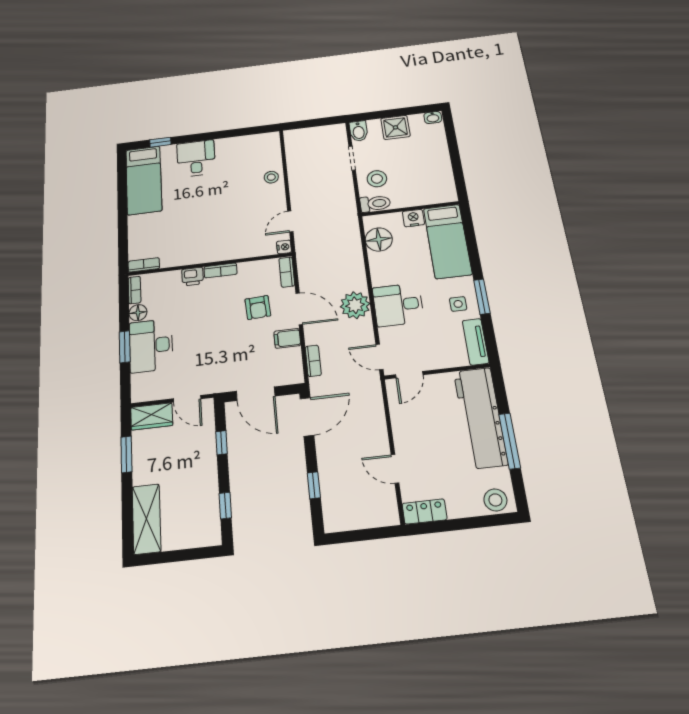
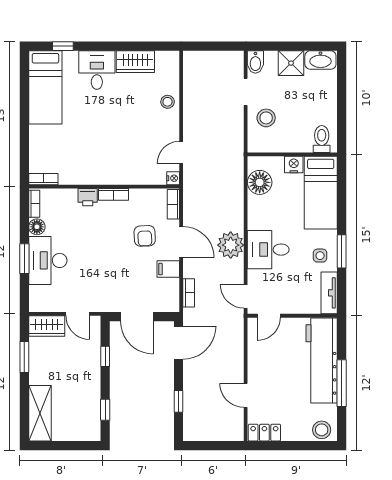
washbasin: (433, 117) -> (320, 60), width x1.91, depth x1.45
wardrobe: (235, 146) -> (135, 62), added
toilet: (375, 204) -> (322, 139), moved, turned -90

